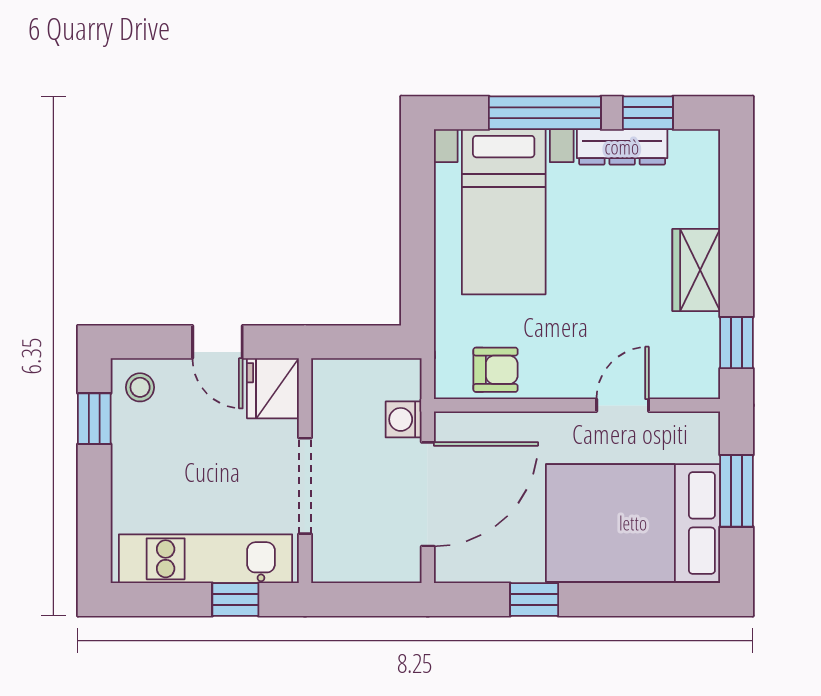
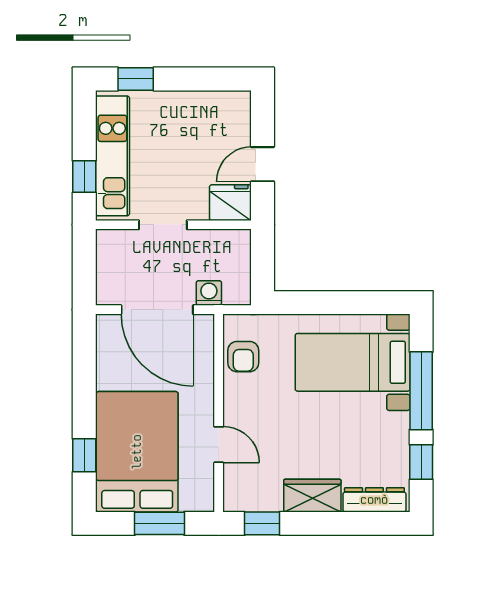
dresser: (622, 147) -> (374, 500), moved, turned 90
stool: (140, 387) -> (231, 111), removed
window: (94, 419) -> (136, 79), moved
doorway: (305, 486) -> (163, 225), width x0.73
window: (534, 600) -> (84, 455), moved

